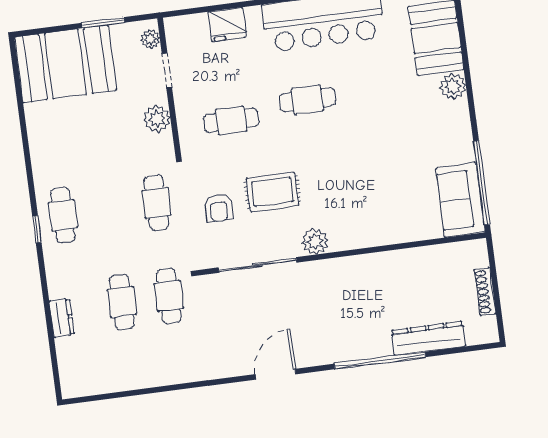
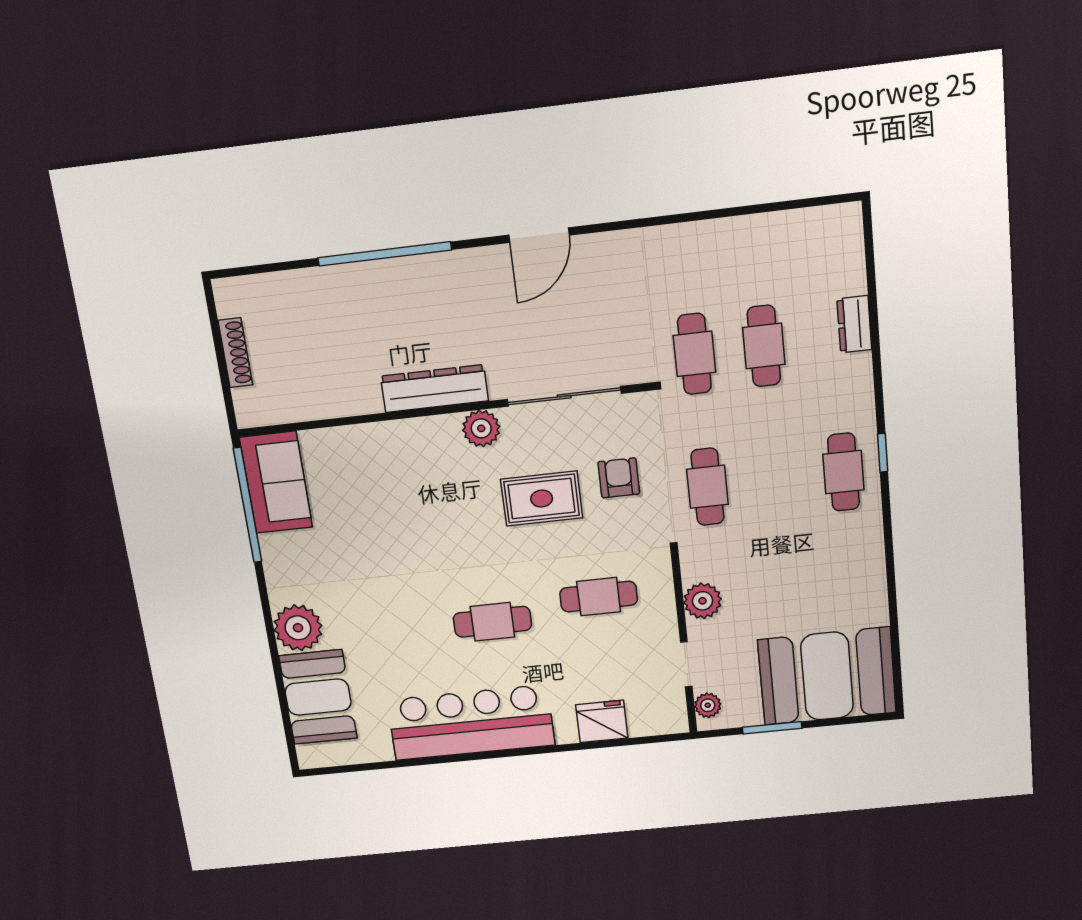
plant: (453, 86) -> (298, 628), width x1.36, depth x1.36
dresser: (428, 338) -> (434, 389), moved, turned 180

